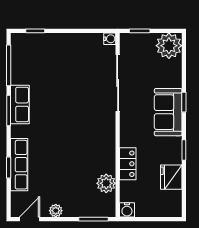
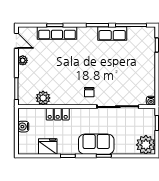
row of seats: (20, 105) -> (112, 34), moved
chair: (98, 121) -> (89, 92), added
water cooler: (127, 210) -> (23, 127), moved

